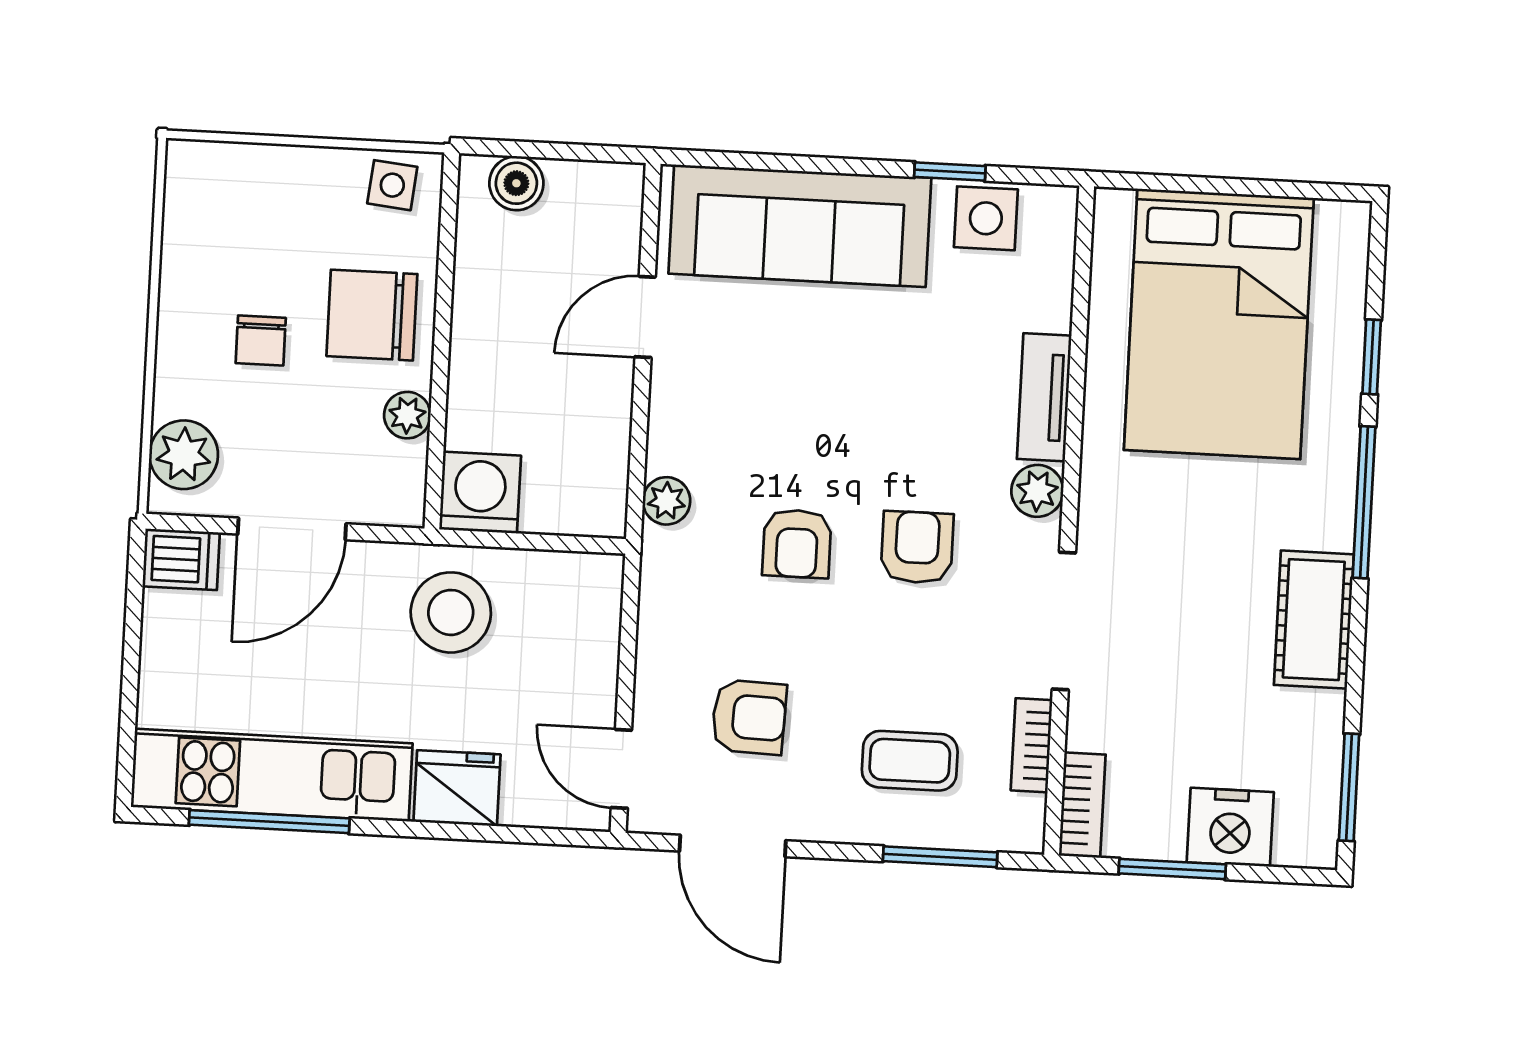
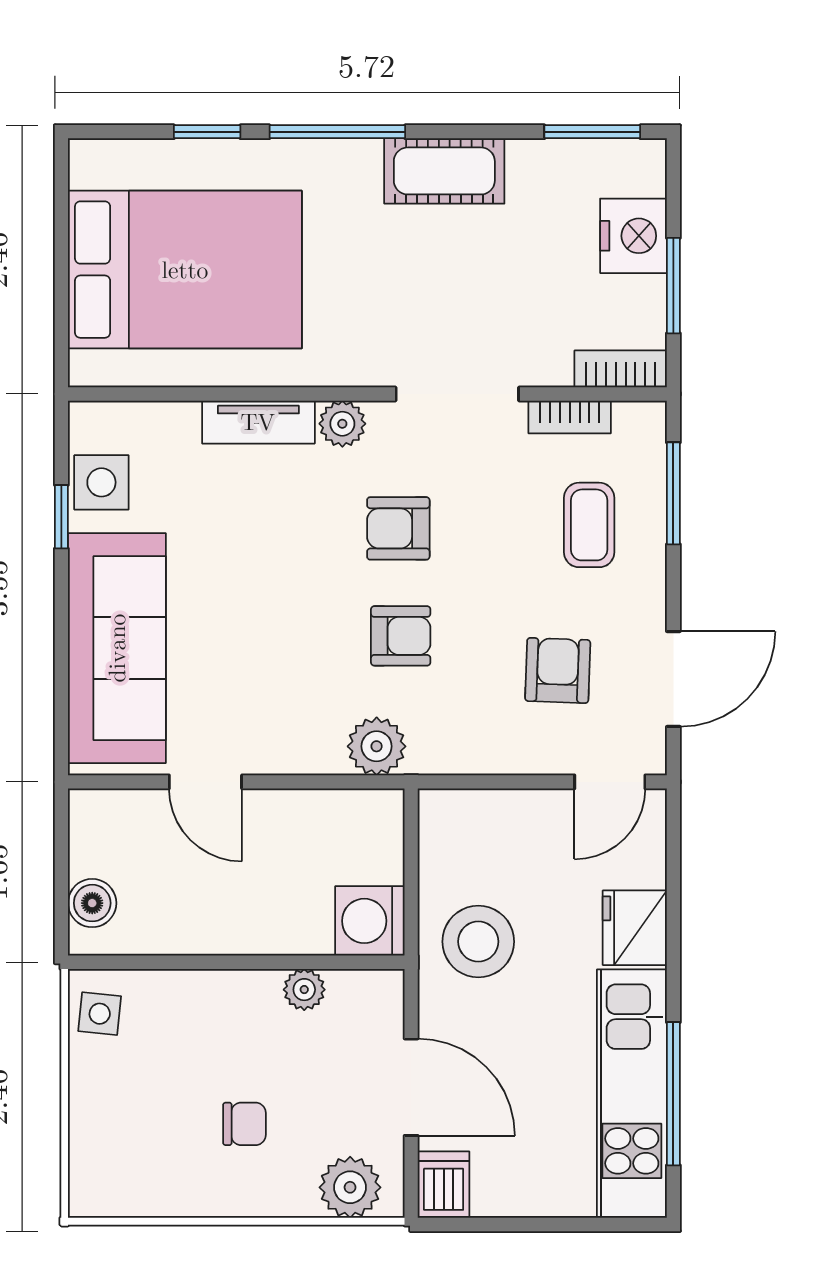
chair: (372, 315) -> (217, 1026), removed
plant: (667, 501) -> (377, 746), width x1.38, depth x1.38

